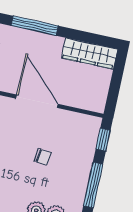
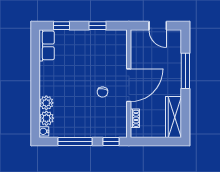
shoe rack: (80, 103) -> (135, 118), added
chair: (42, 157) -> (102, 92), moved

